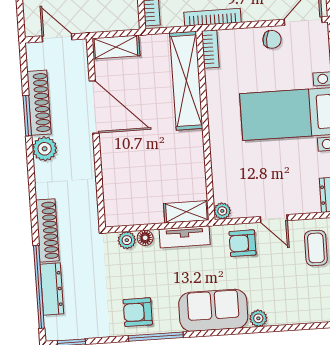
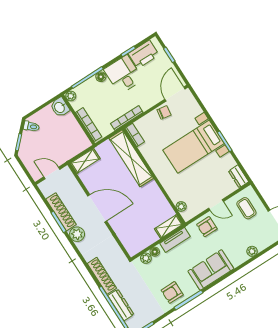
door: (94, 107) -> (97, 208), moved
plant: (222, 211) -> (181, 206), moved
plant: (258, 318) -> (252, 251), moved

